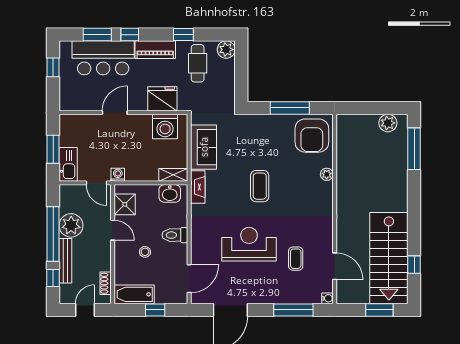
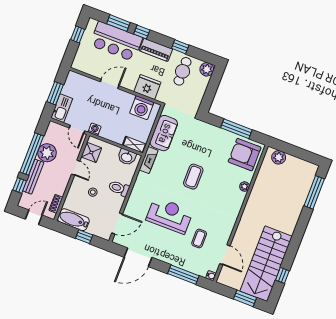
plant: (388, 123) -> (279, 157), moved
armchair: (312, 136) -> (245, 155), turned 90

